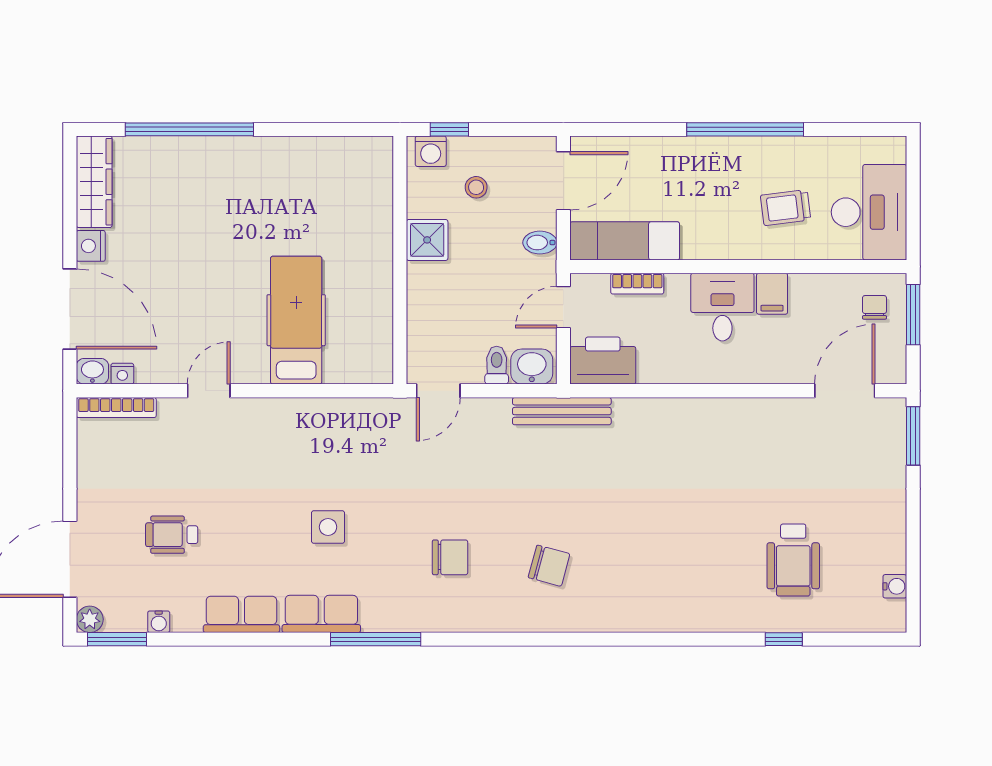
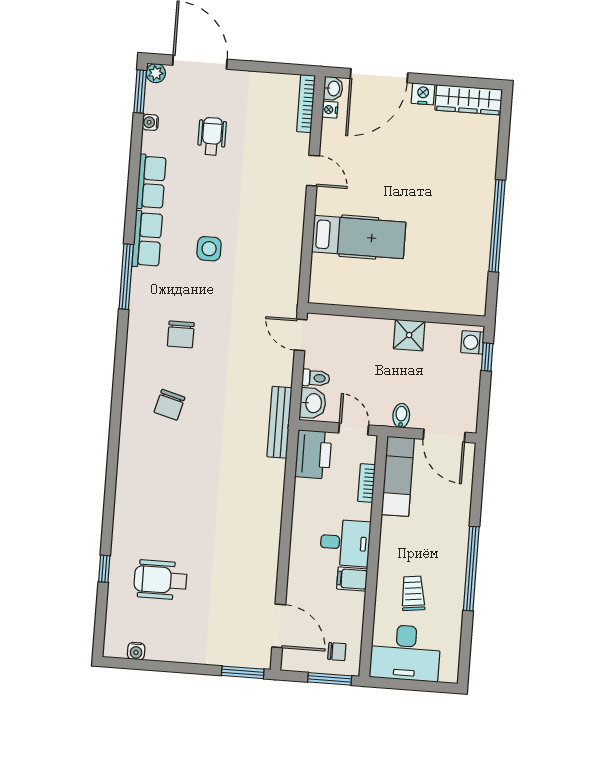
window: (189, 129) -> (497, 226), moved
stool: (476, 187) -> (444, 373), removed

